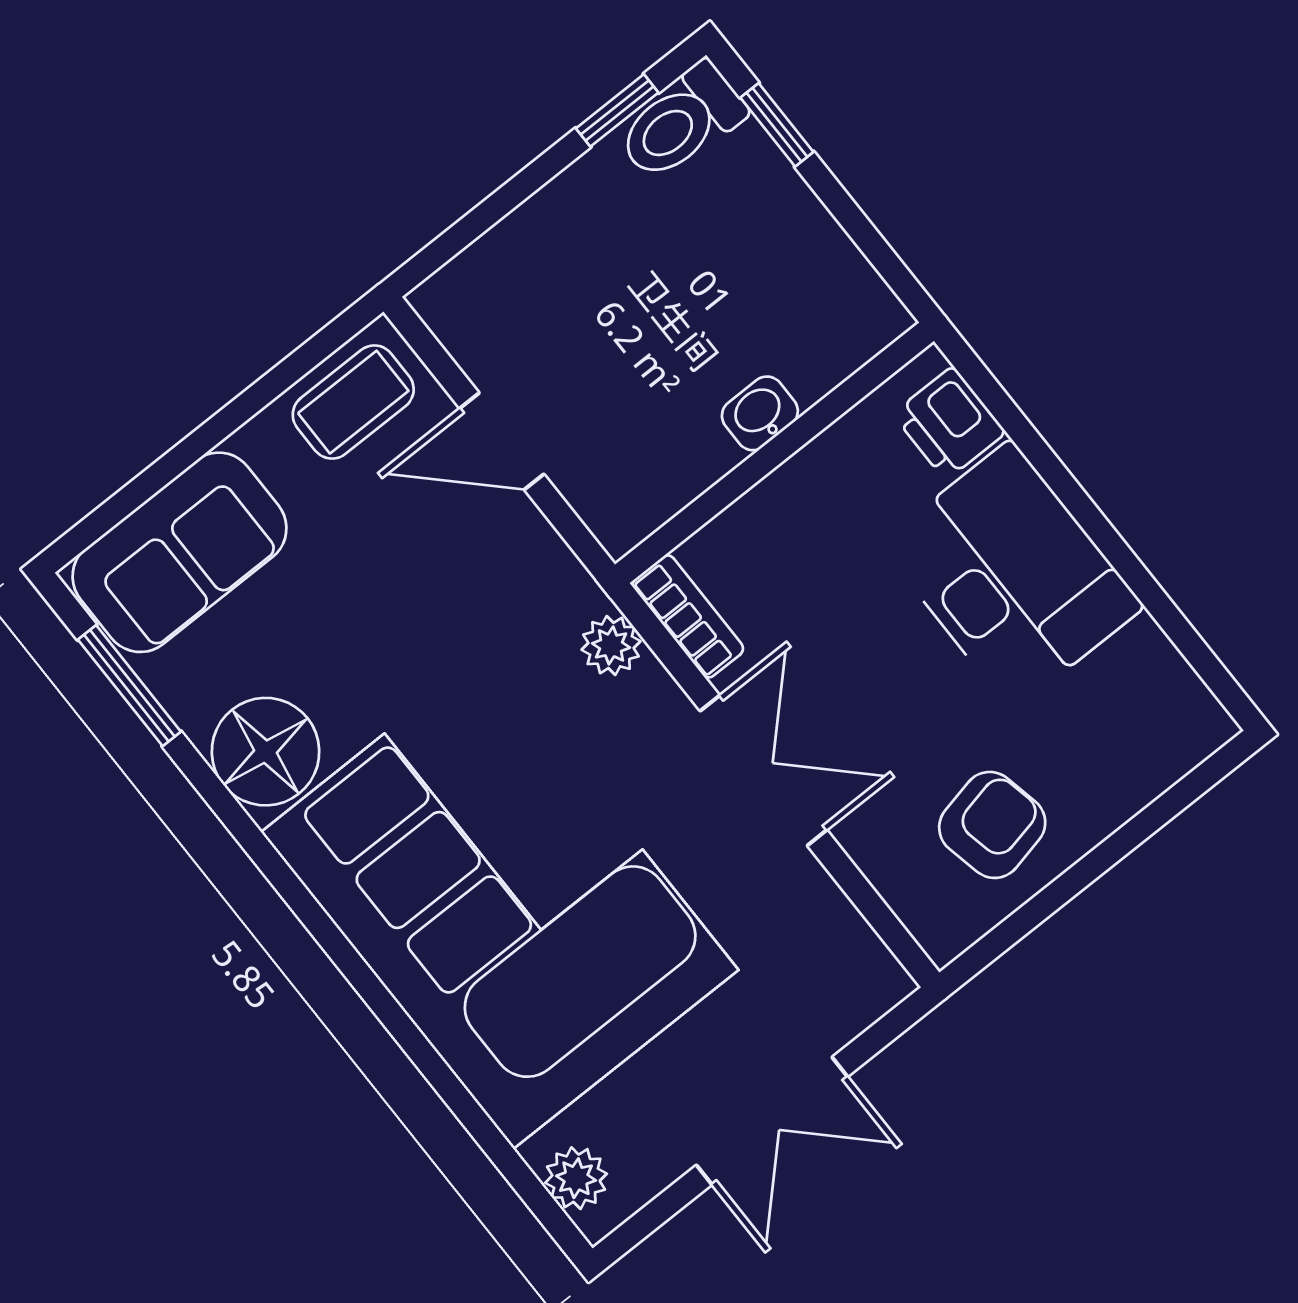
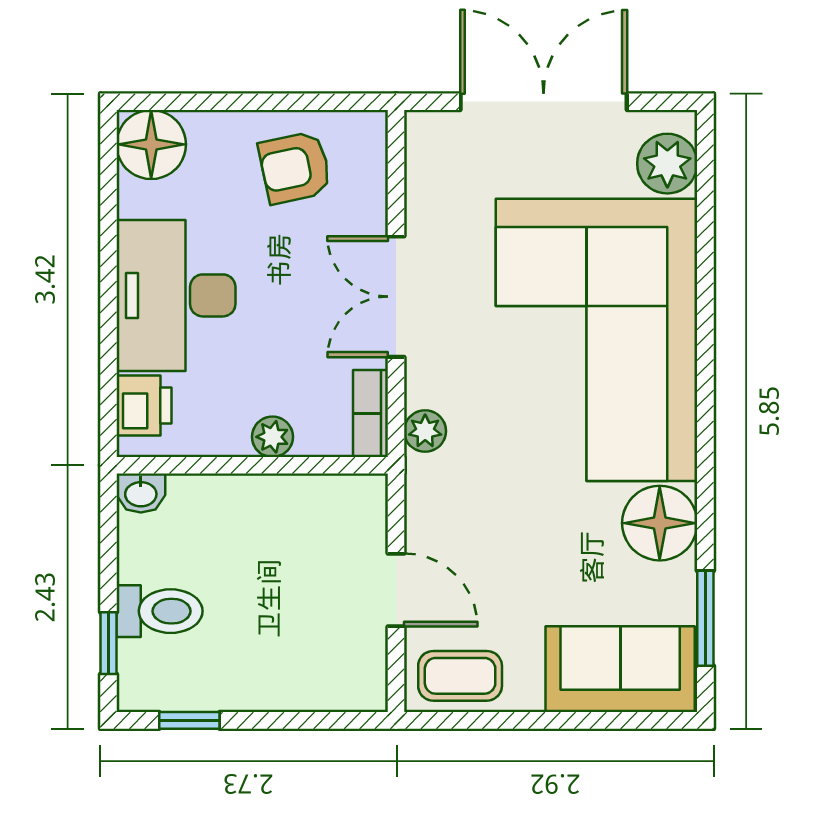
toilet: (681, 122) -> (159, 611), moved
washbasin: (760, 413) -> (141, 493), moved
plant: (777, 503) -> (272, 437), added
floor lamp: (1174, 723) -> (151, 144), added
double door: (772, 1121) -> (544, 102), width x1.37
plant: (576, 1178) -> (667, 164), width x1.38, depth x1.38

